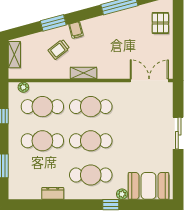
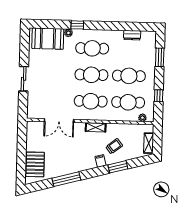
pallet: (160, 23) -> (35, 164), width x1.50, depth x1.42
double door: (149, 81) -> (59, 121), moved
dresser: (53, 193) -> (132, 35), moved

